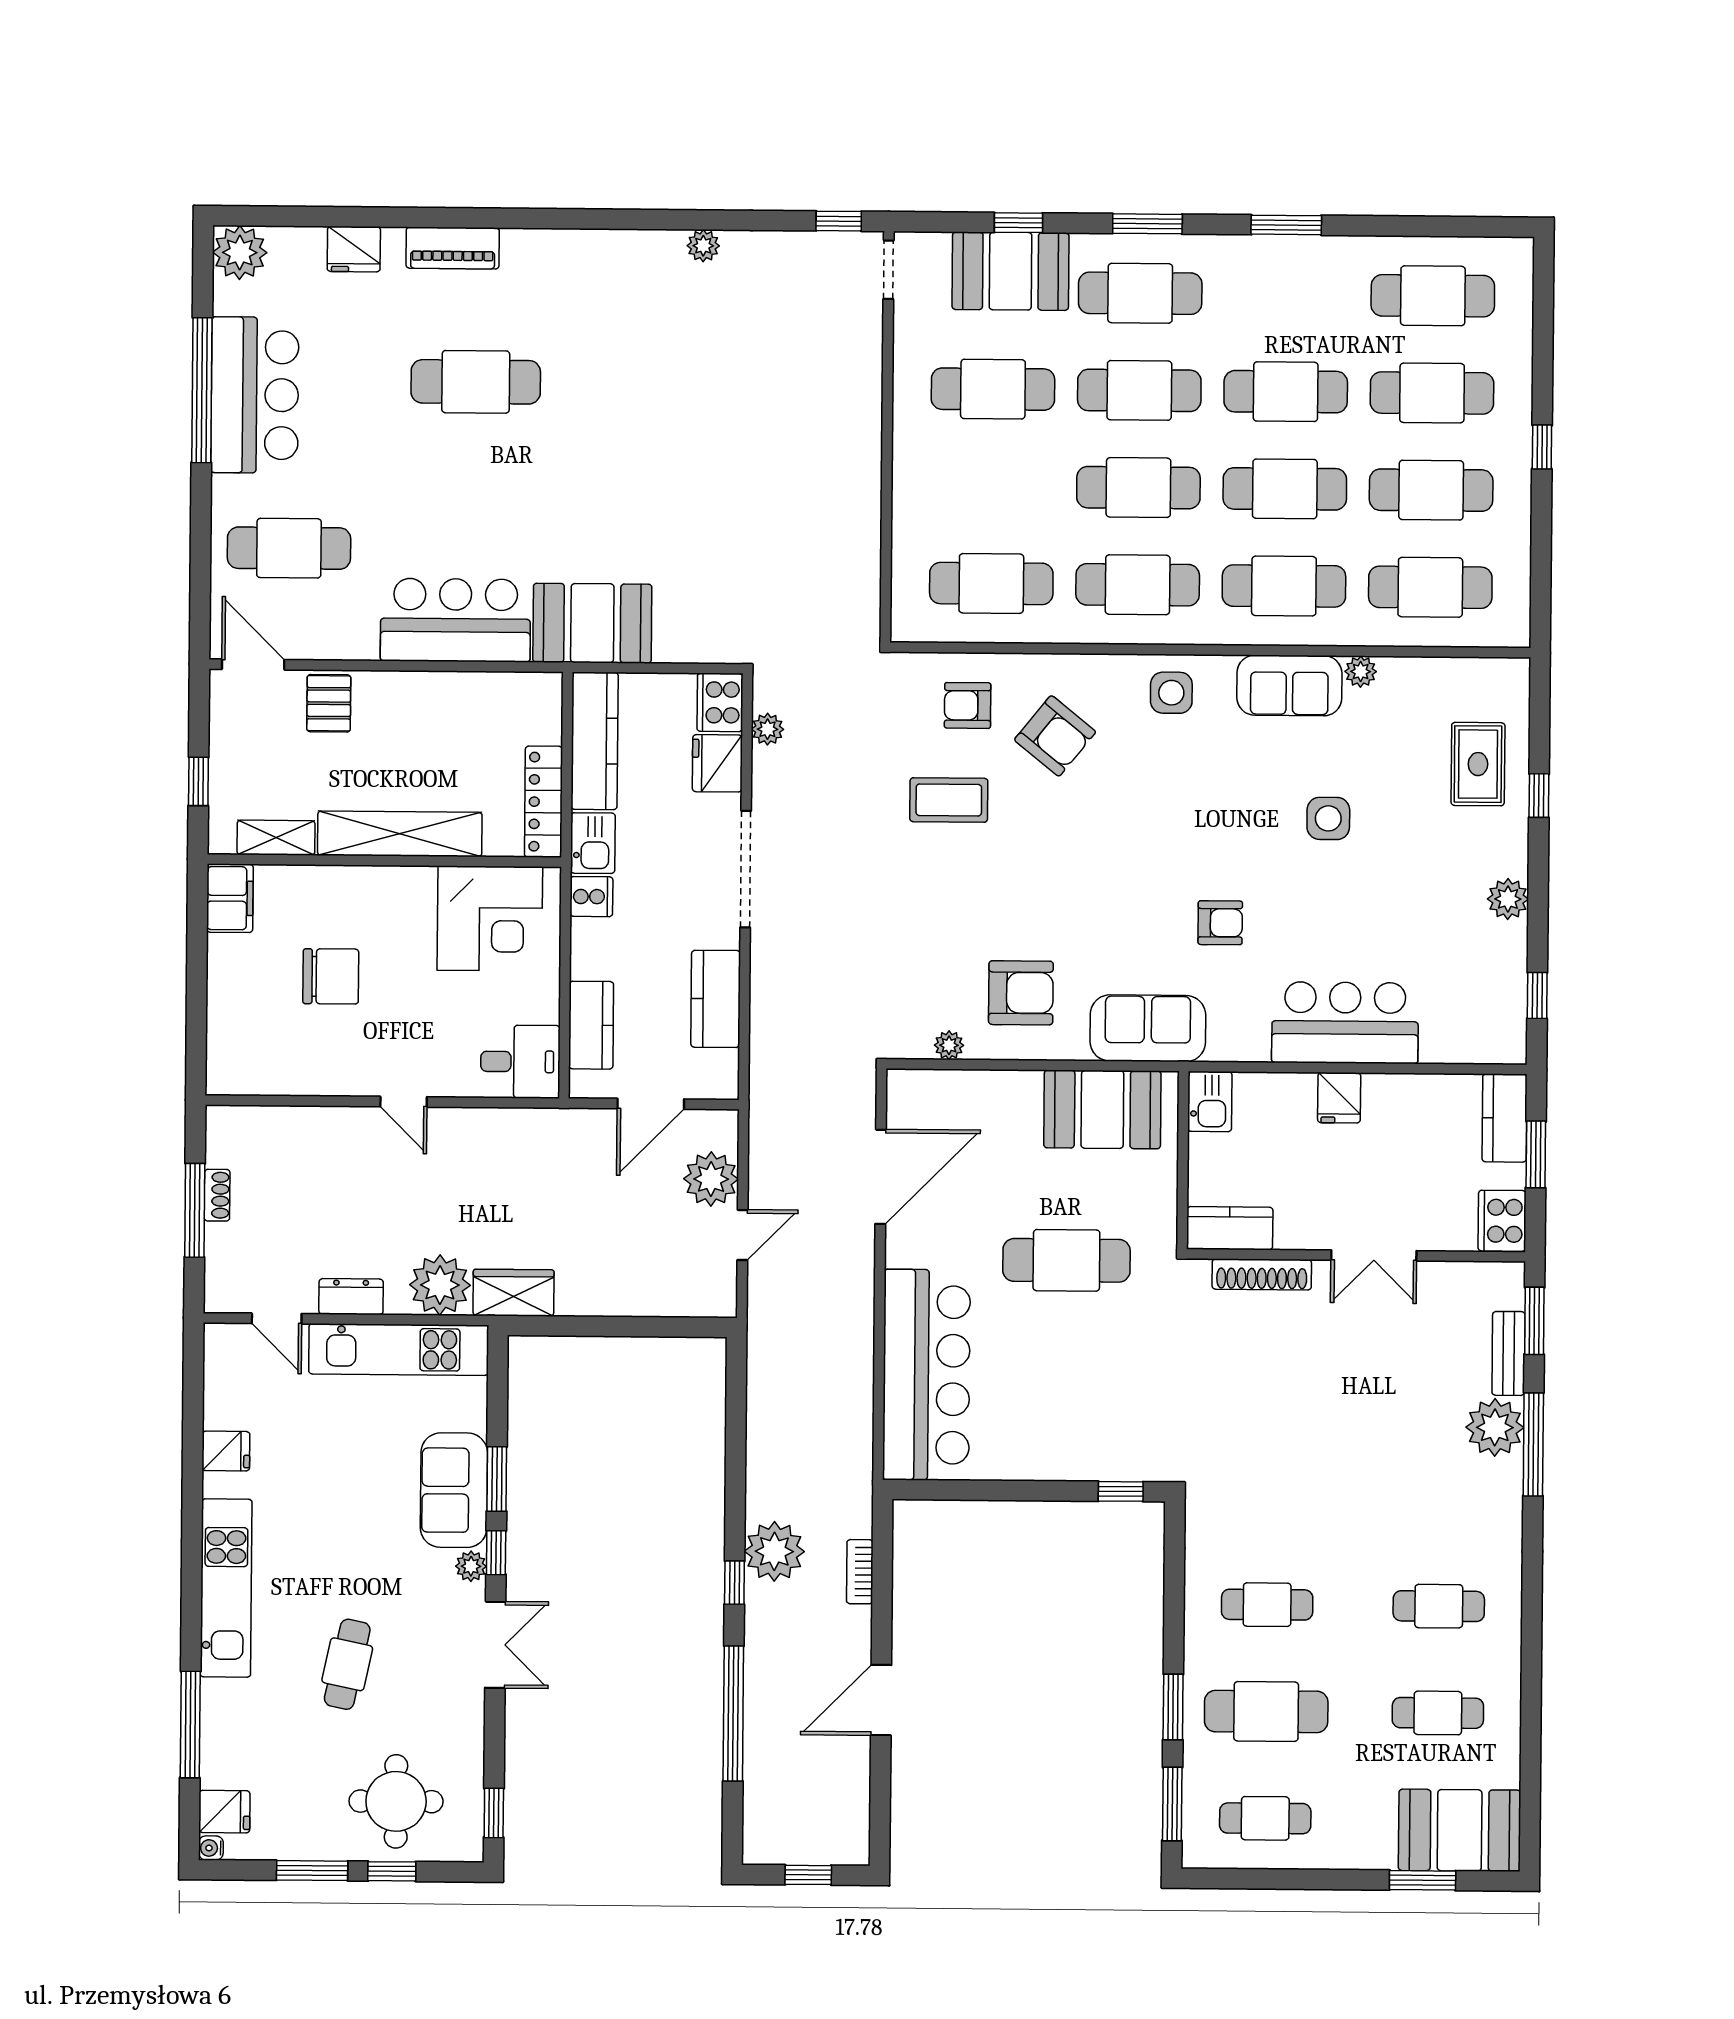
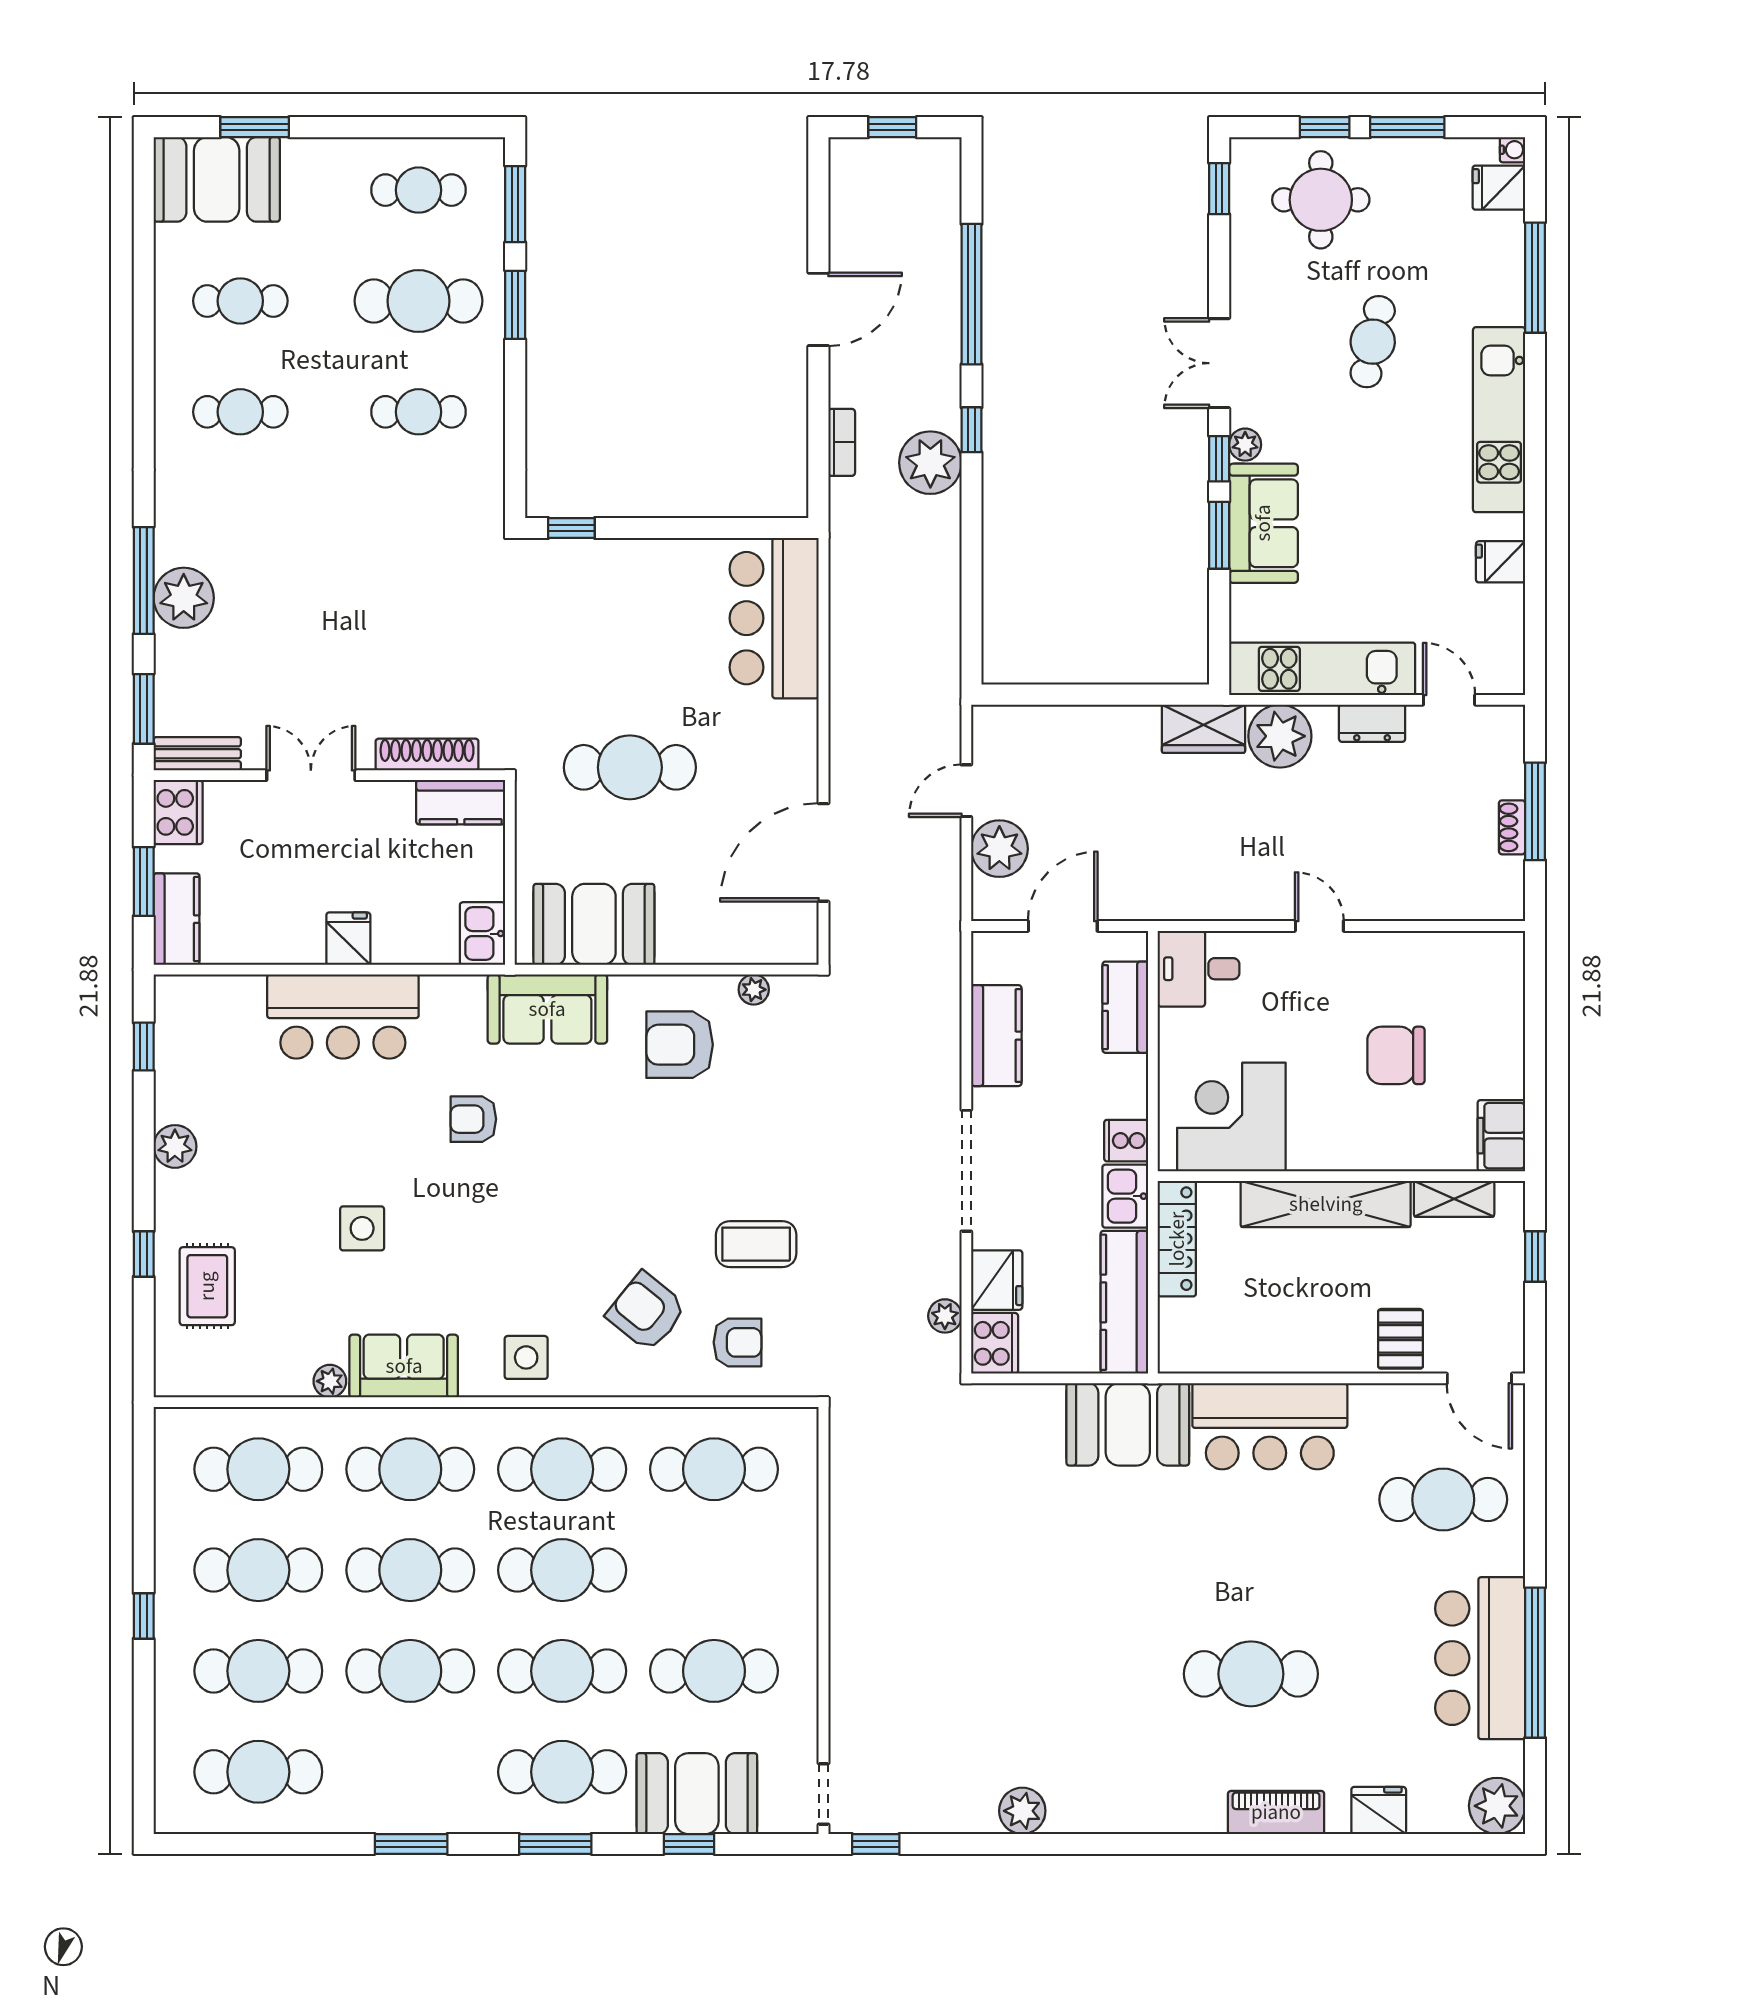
plant: (703, 246) -> (1022, 1811), width x1.38, depth x1.38
bench: (1508, 1353) -> (197, 754), moved, turned 90
bar counter: (926, 1375) -> (774, 618), width x0.73

